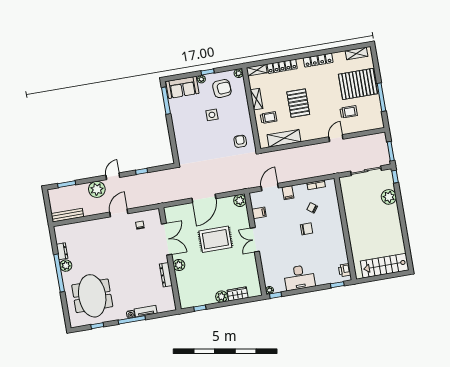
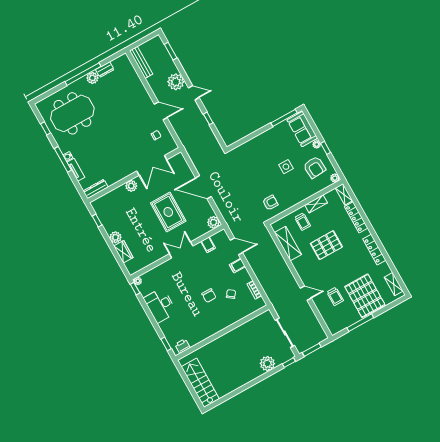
dresser: (166, 275) -> (96, 189), moved

